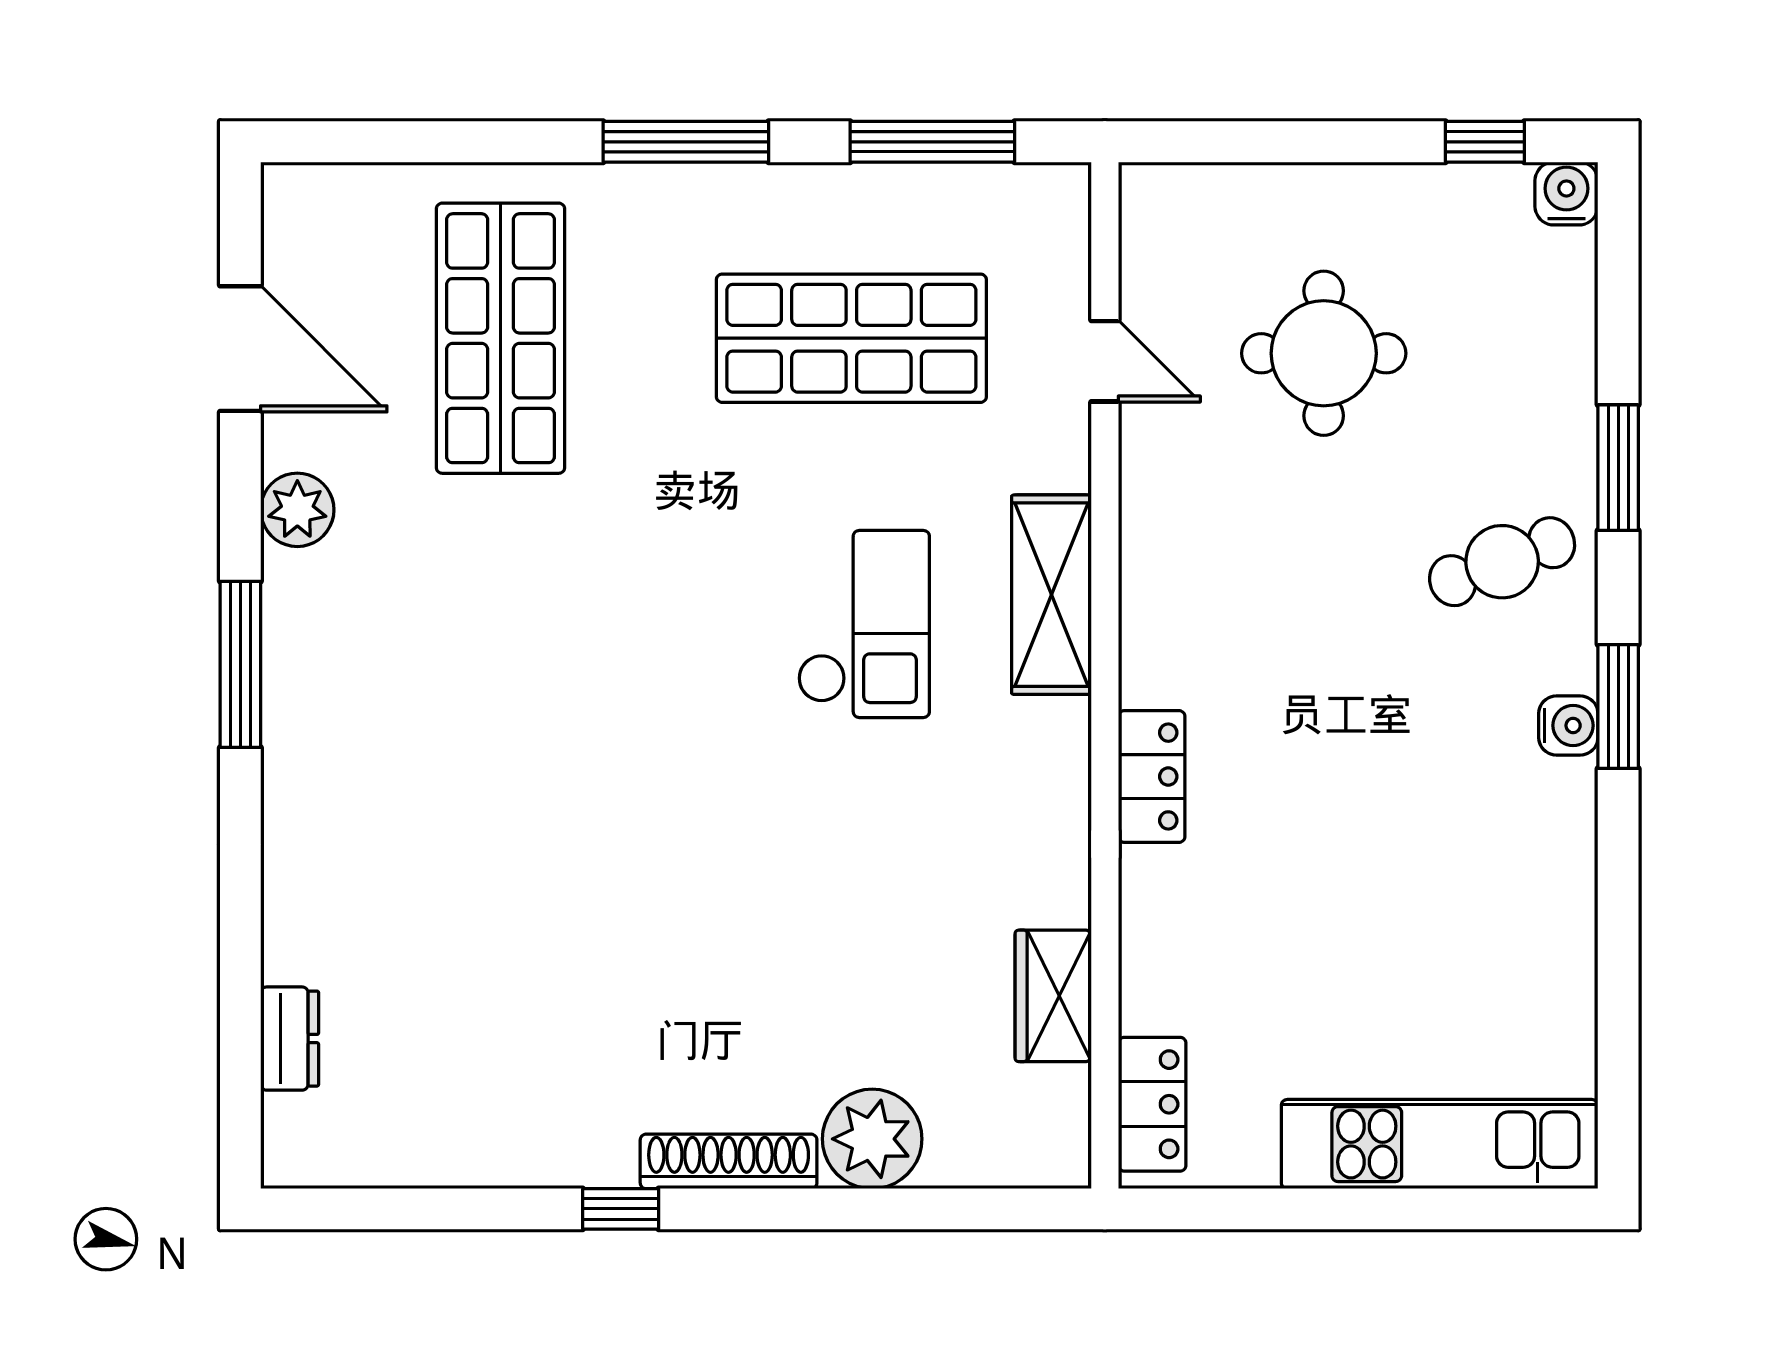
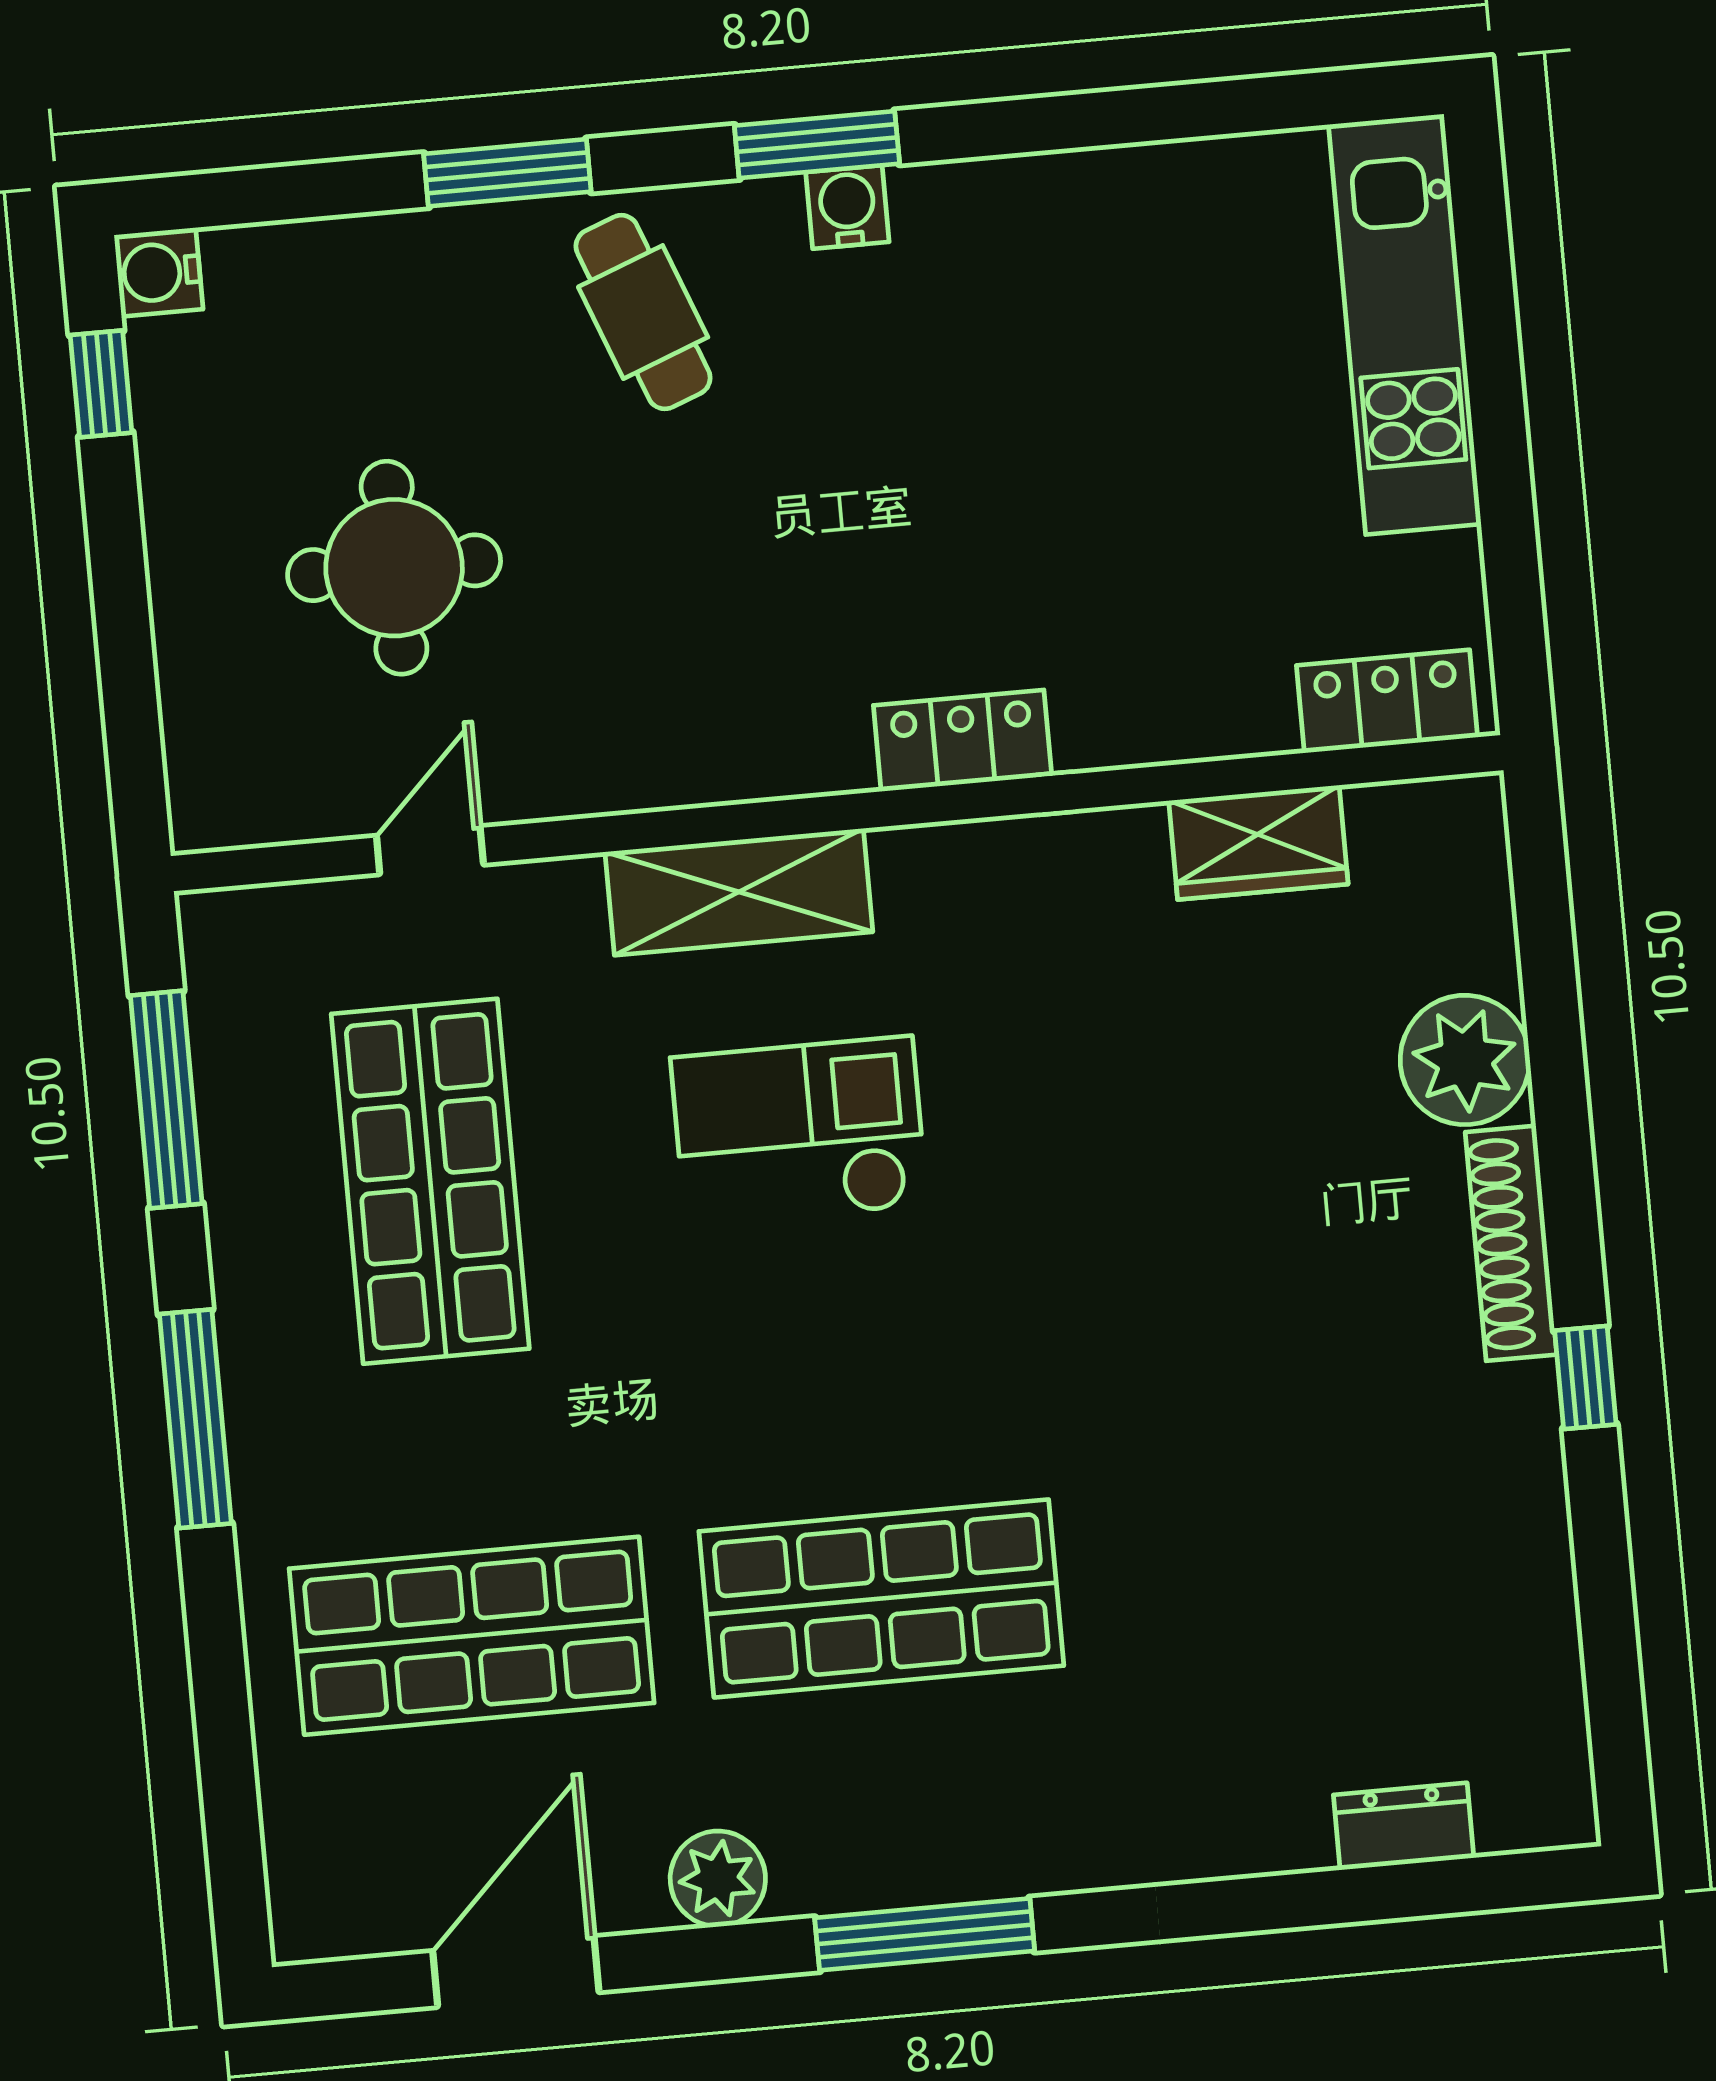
shop shelf: (500, 655) -> (881, 1598), added

